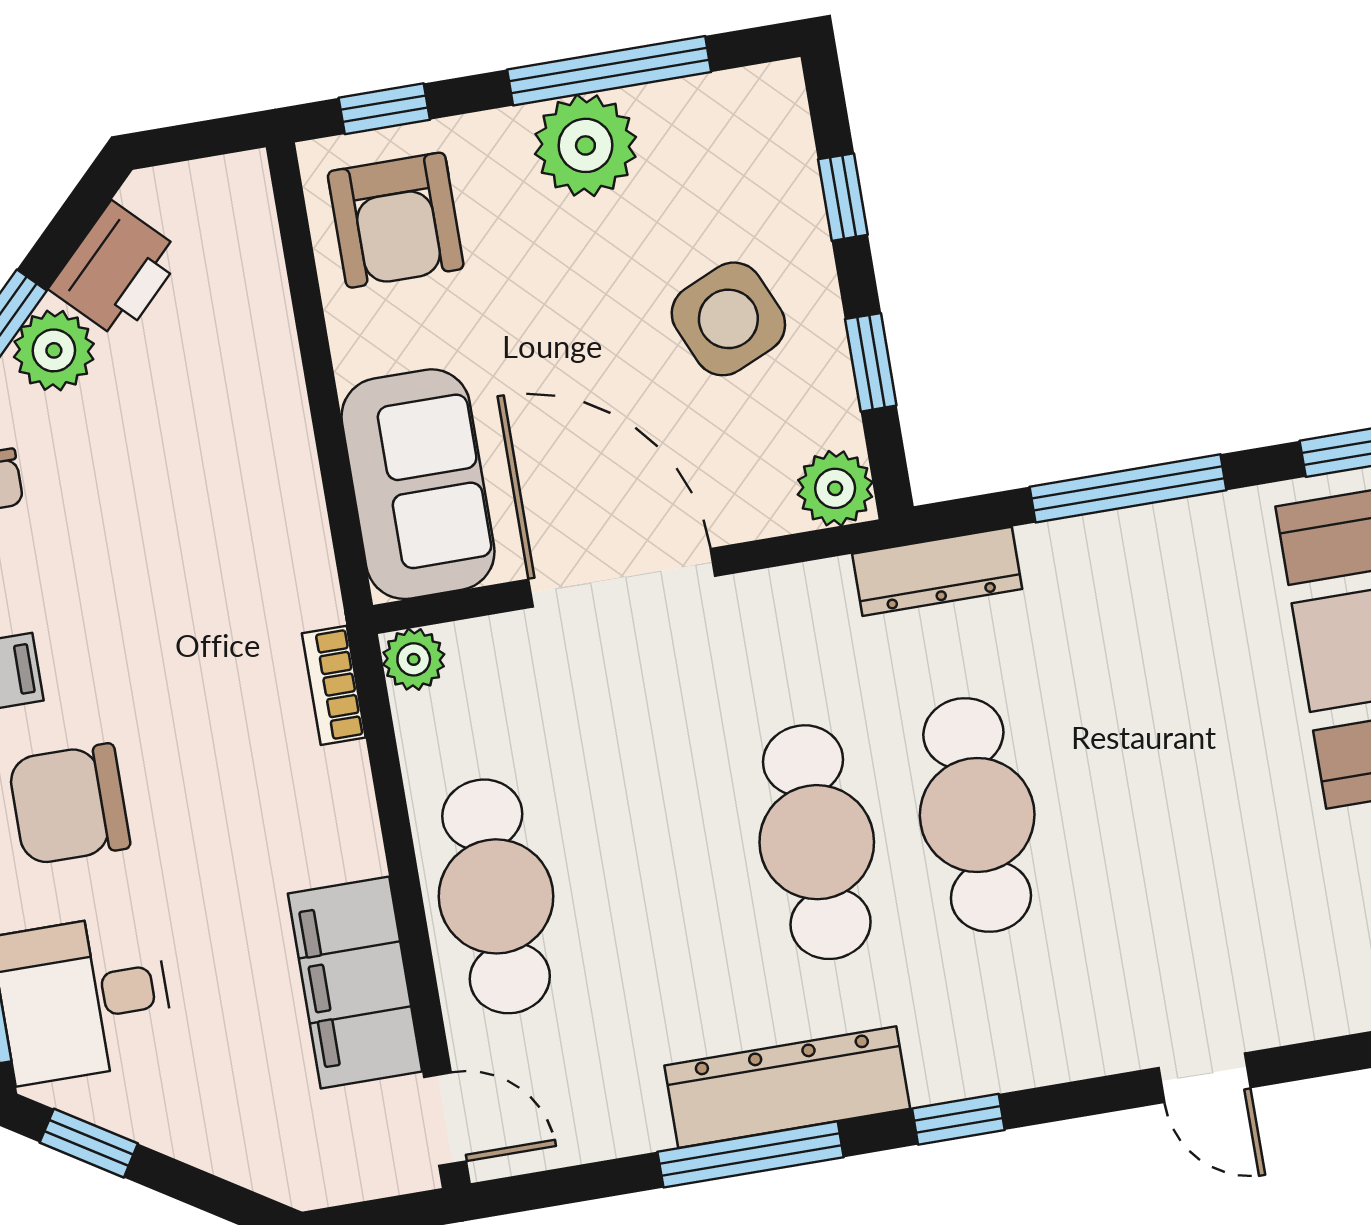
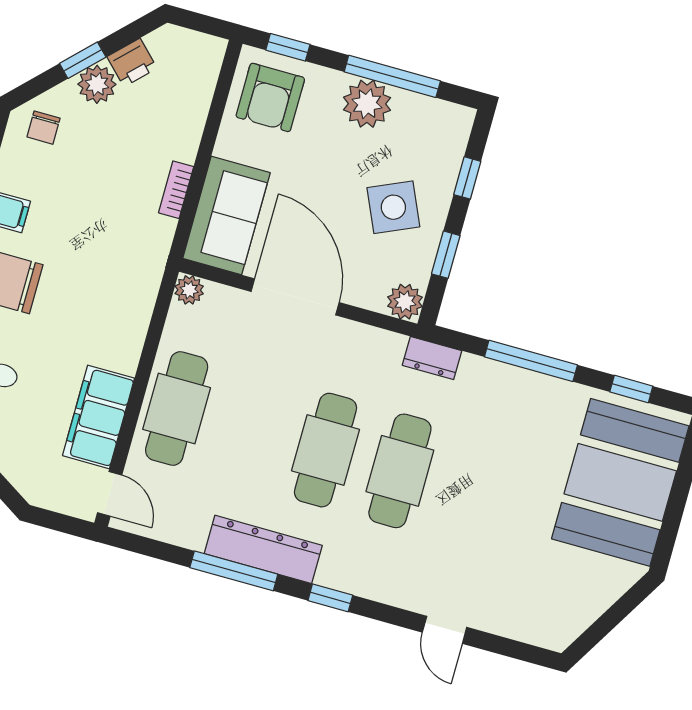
printer: (117, 271) -> (132, 62), width x0.73, depth x0.81
dresser: (937, 571) -> (432, 358), width x0.70
bookcase: (334, 685) -> (176, 190), moved

